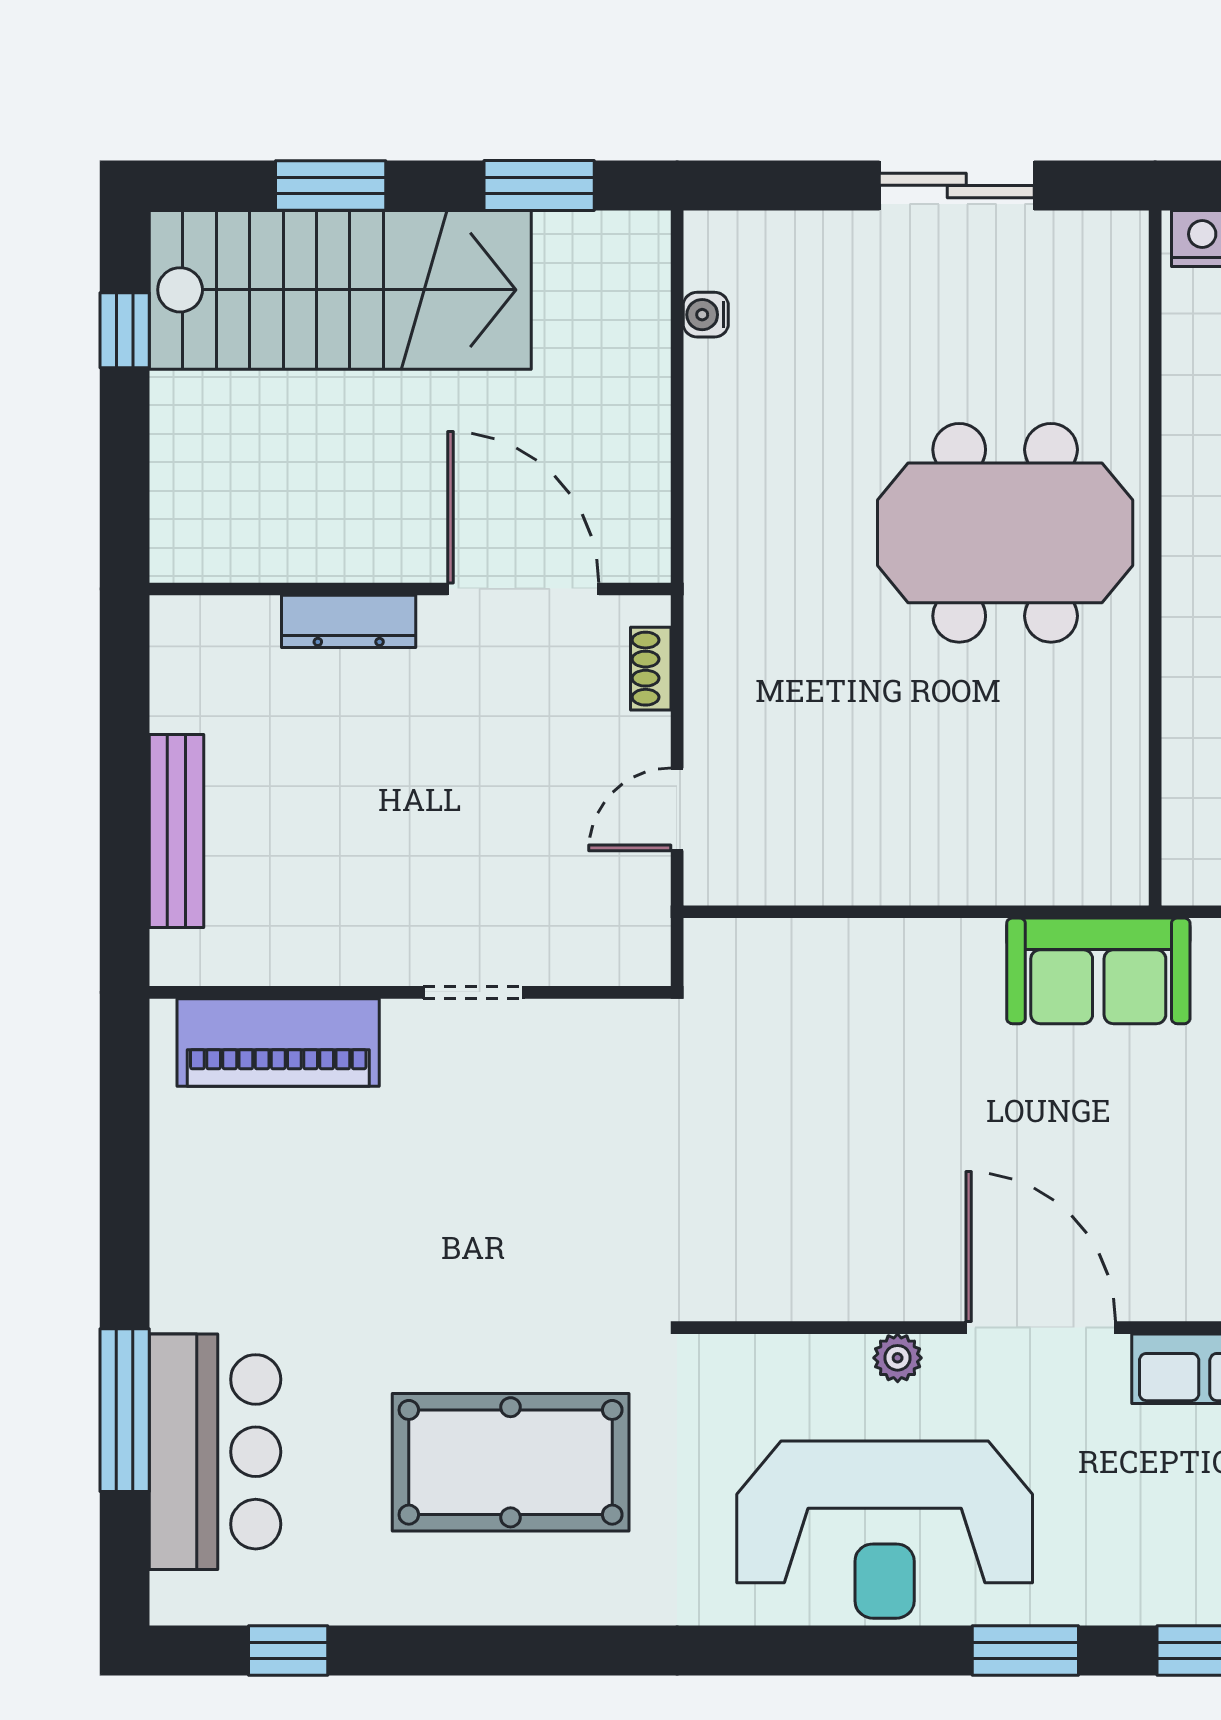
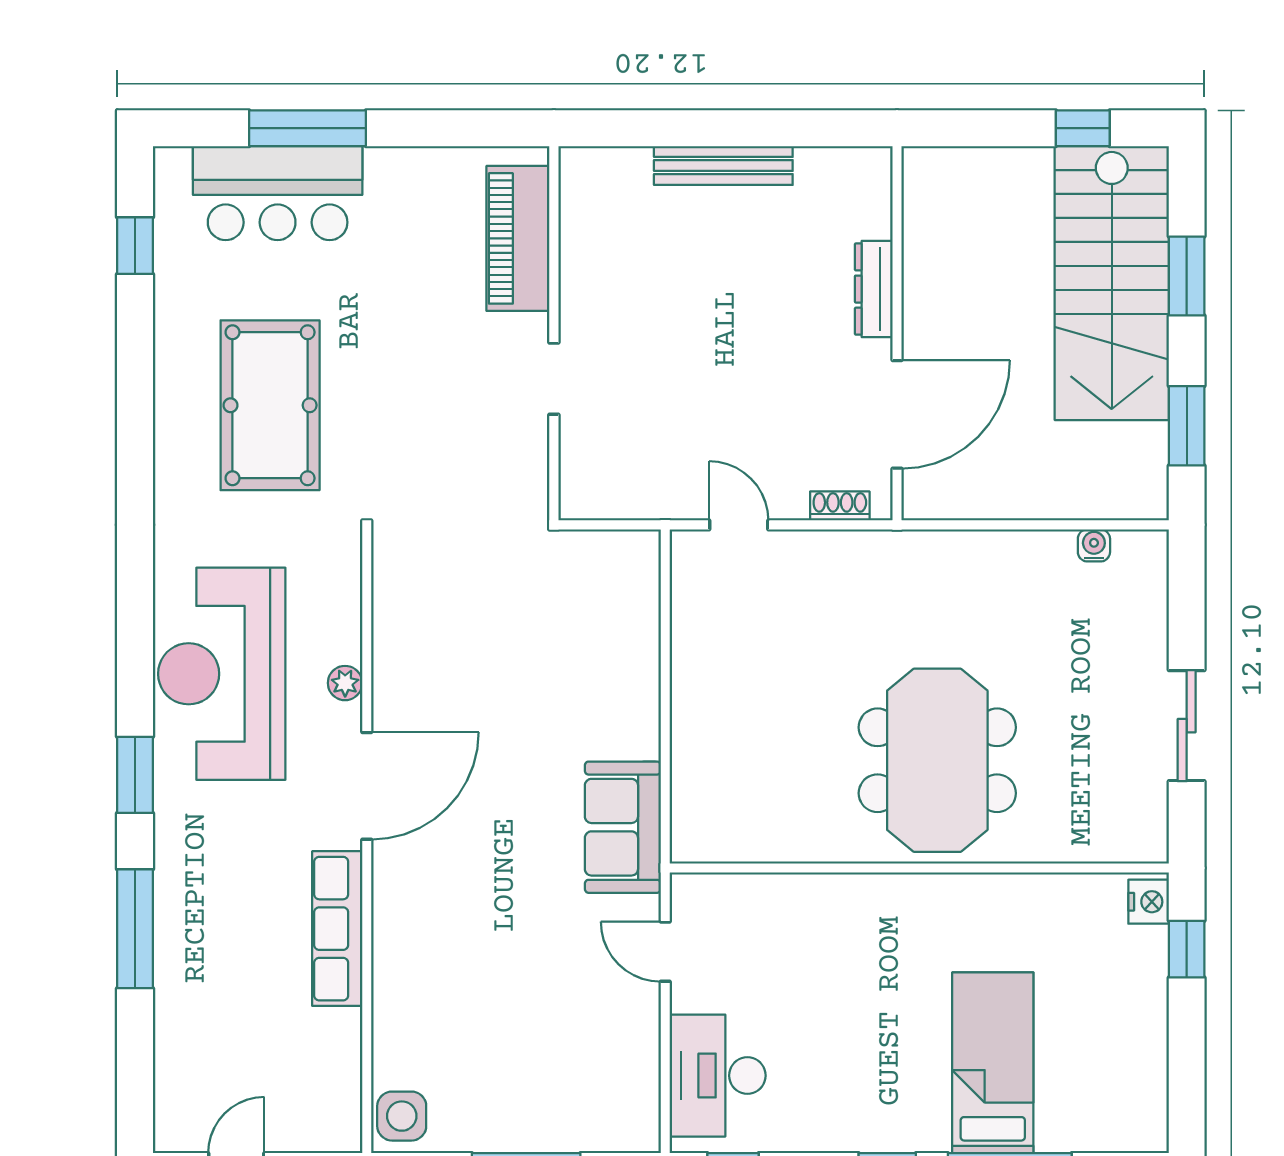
wall: (410, 992) -> (554, 333), moved
doorway: (473, 992) -> (554, 379), moved
piano: (278, 1043) -> (518, 238), moved

